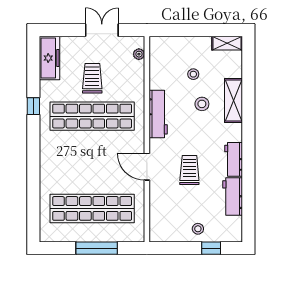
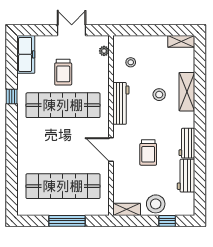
stool: (193, 74) -> (131, 62), moved
trolley: (92, 78) -> (63, 72), turned 180
trolley: (189, 170) -> (148, 153), turned 180
stool: (198, 229) -> (156, 204), width x1.89, depth x1.89
shelving: (165, 235) -> (127, 209), added

